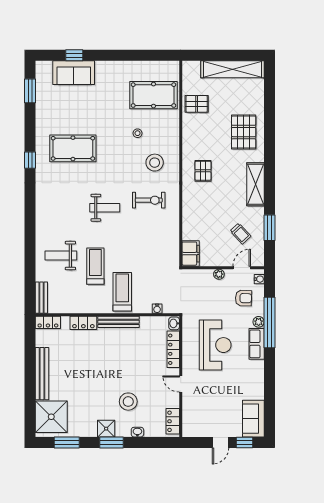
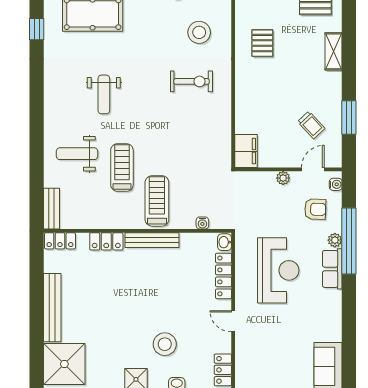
shelving: (255, 184) -> (334, 51), width x0.67, depth x0.75
weight bench: (105, 208) -> (104, 94), moved, turned 90

